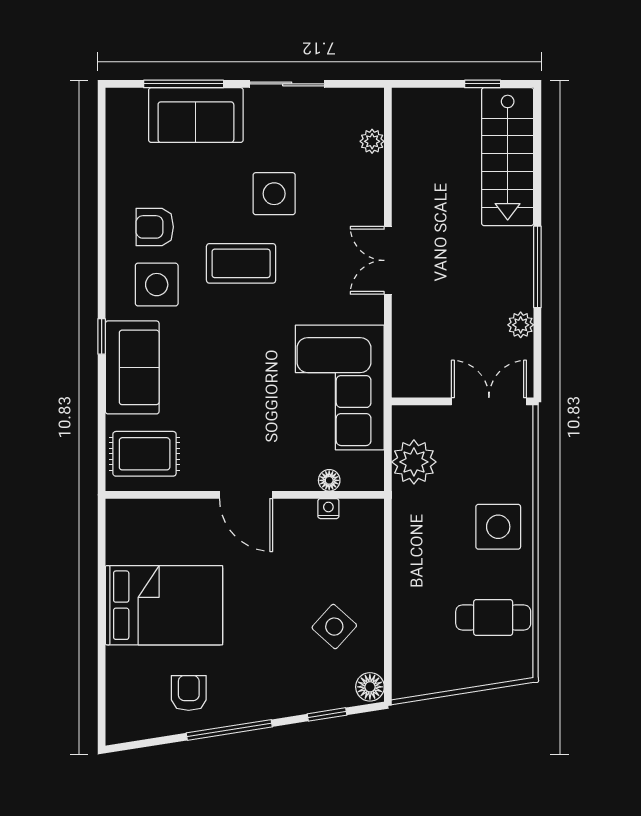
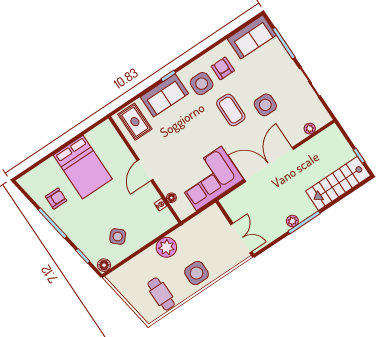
sofa: (196, 115) -> (252, 37), moved, turned -90
double door: (388, 260) -> (269, 164), width x1.87
plant: (521, 325) -> (292, 221), moved
plant: (414, 462) -> (166, 247), moved

